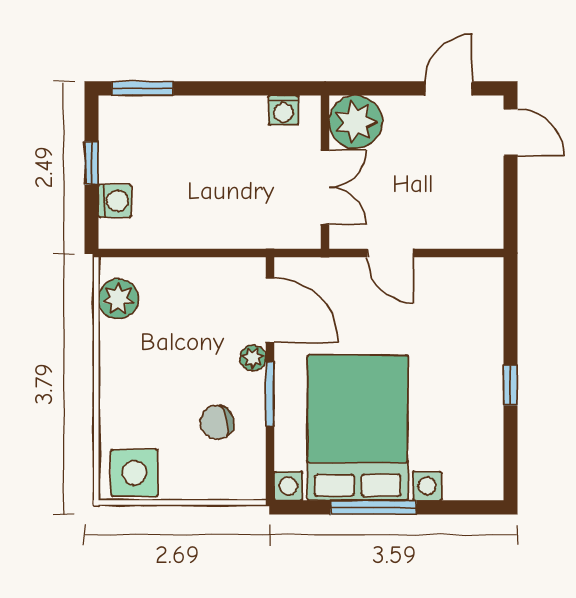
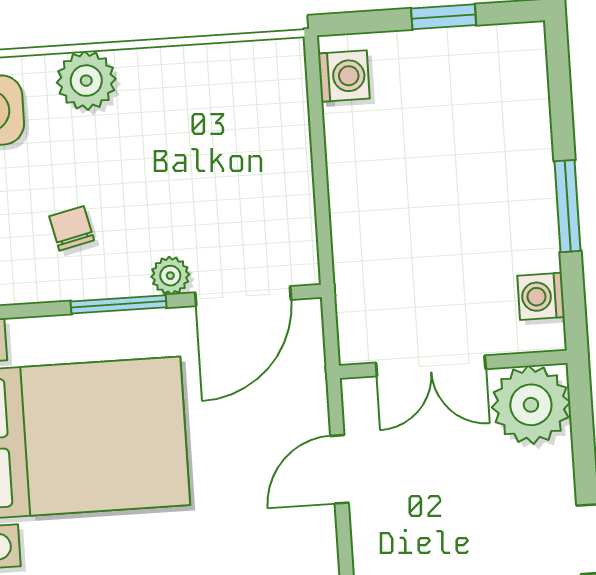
window: (143, 88) -> (568, 206), moved
washing machine: (115, 201) -> (344, 76), moved, turned -90
plant: (118, 299) -> (86, 81), moved
chair: (217, 422) -> (72, 228), width x0.73, depth x0.73

